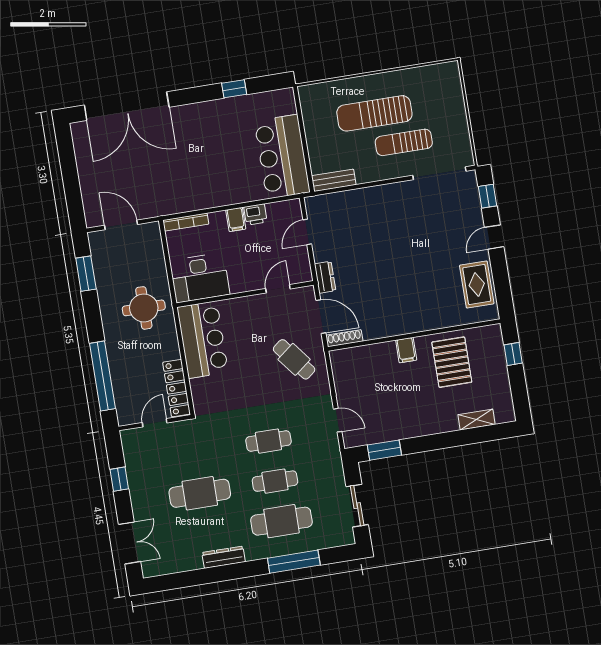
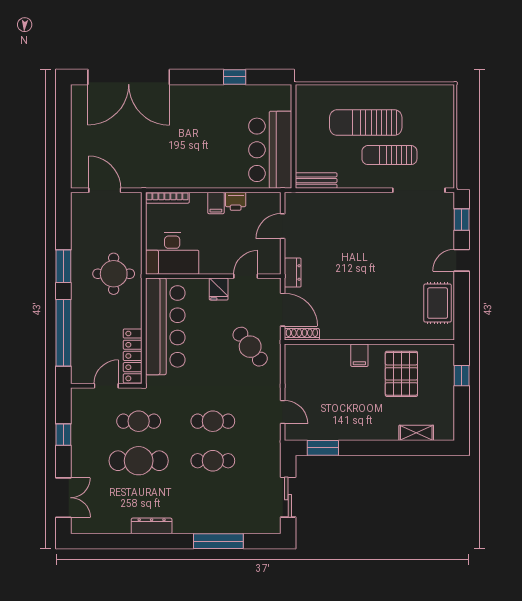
window: (86, 274) -> (63, 266), moved
fridge: (253, 306) -> (219, 289), added
bar counter: (203, 340) -> (165, 326), width x1.36
cafe table: (281, 521) -> (139, 421), moved, width x0.73, depth x0.74

